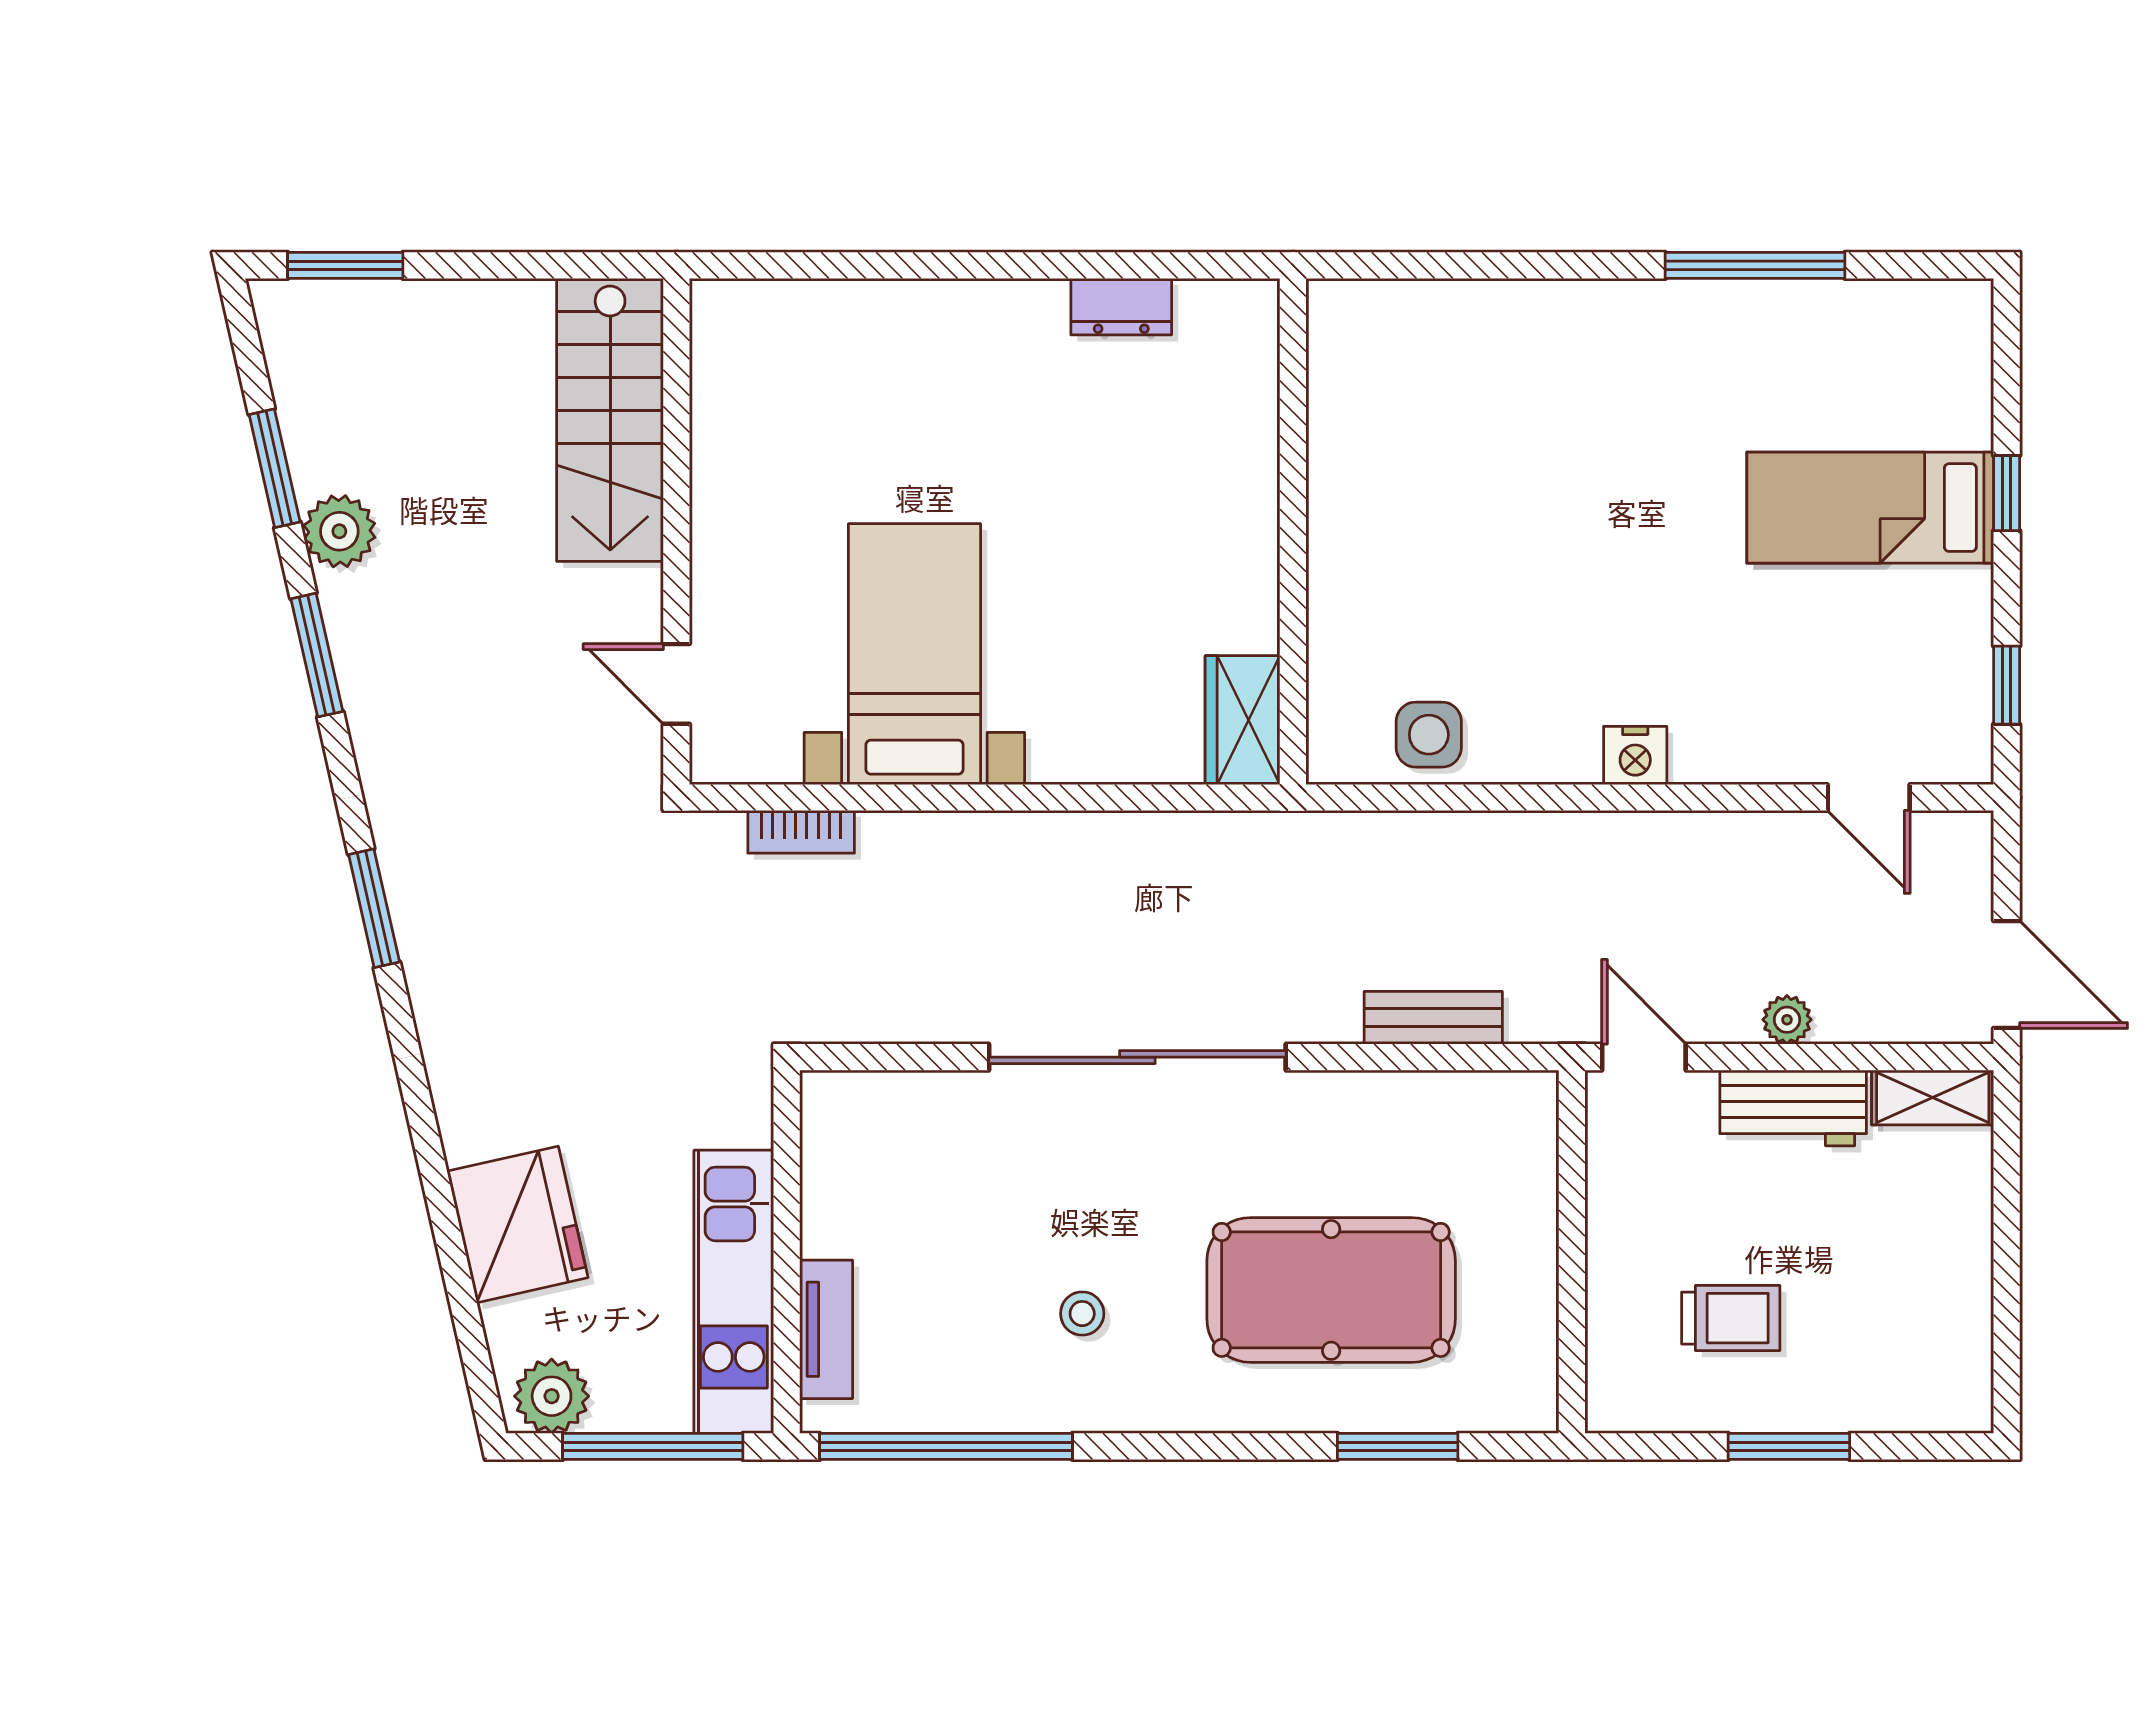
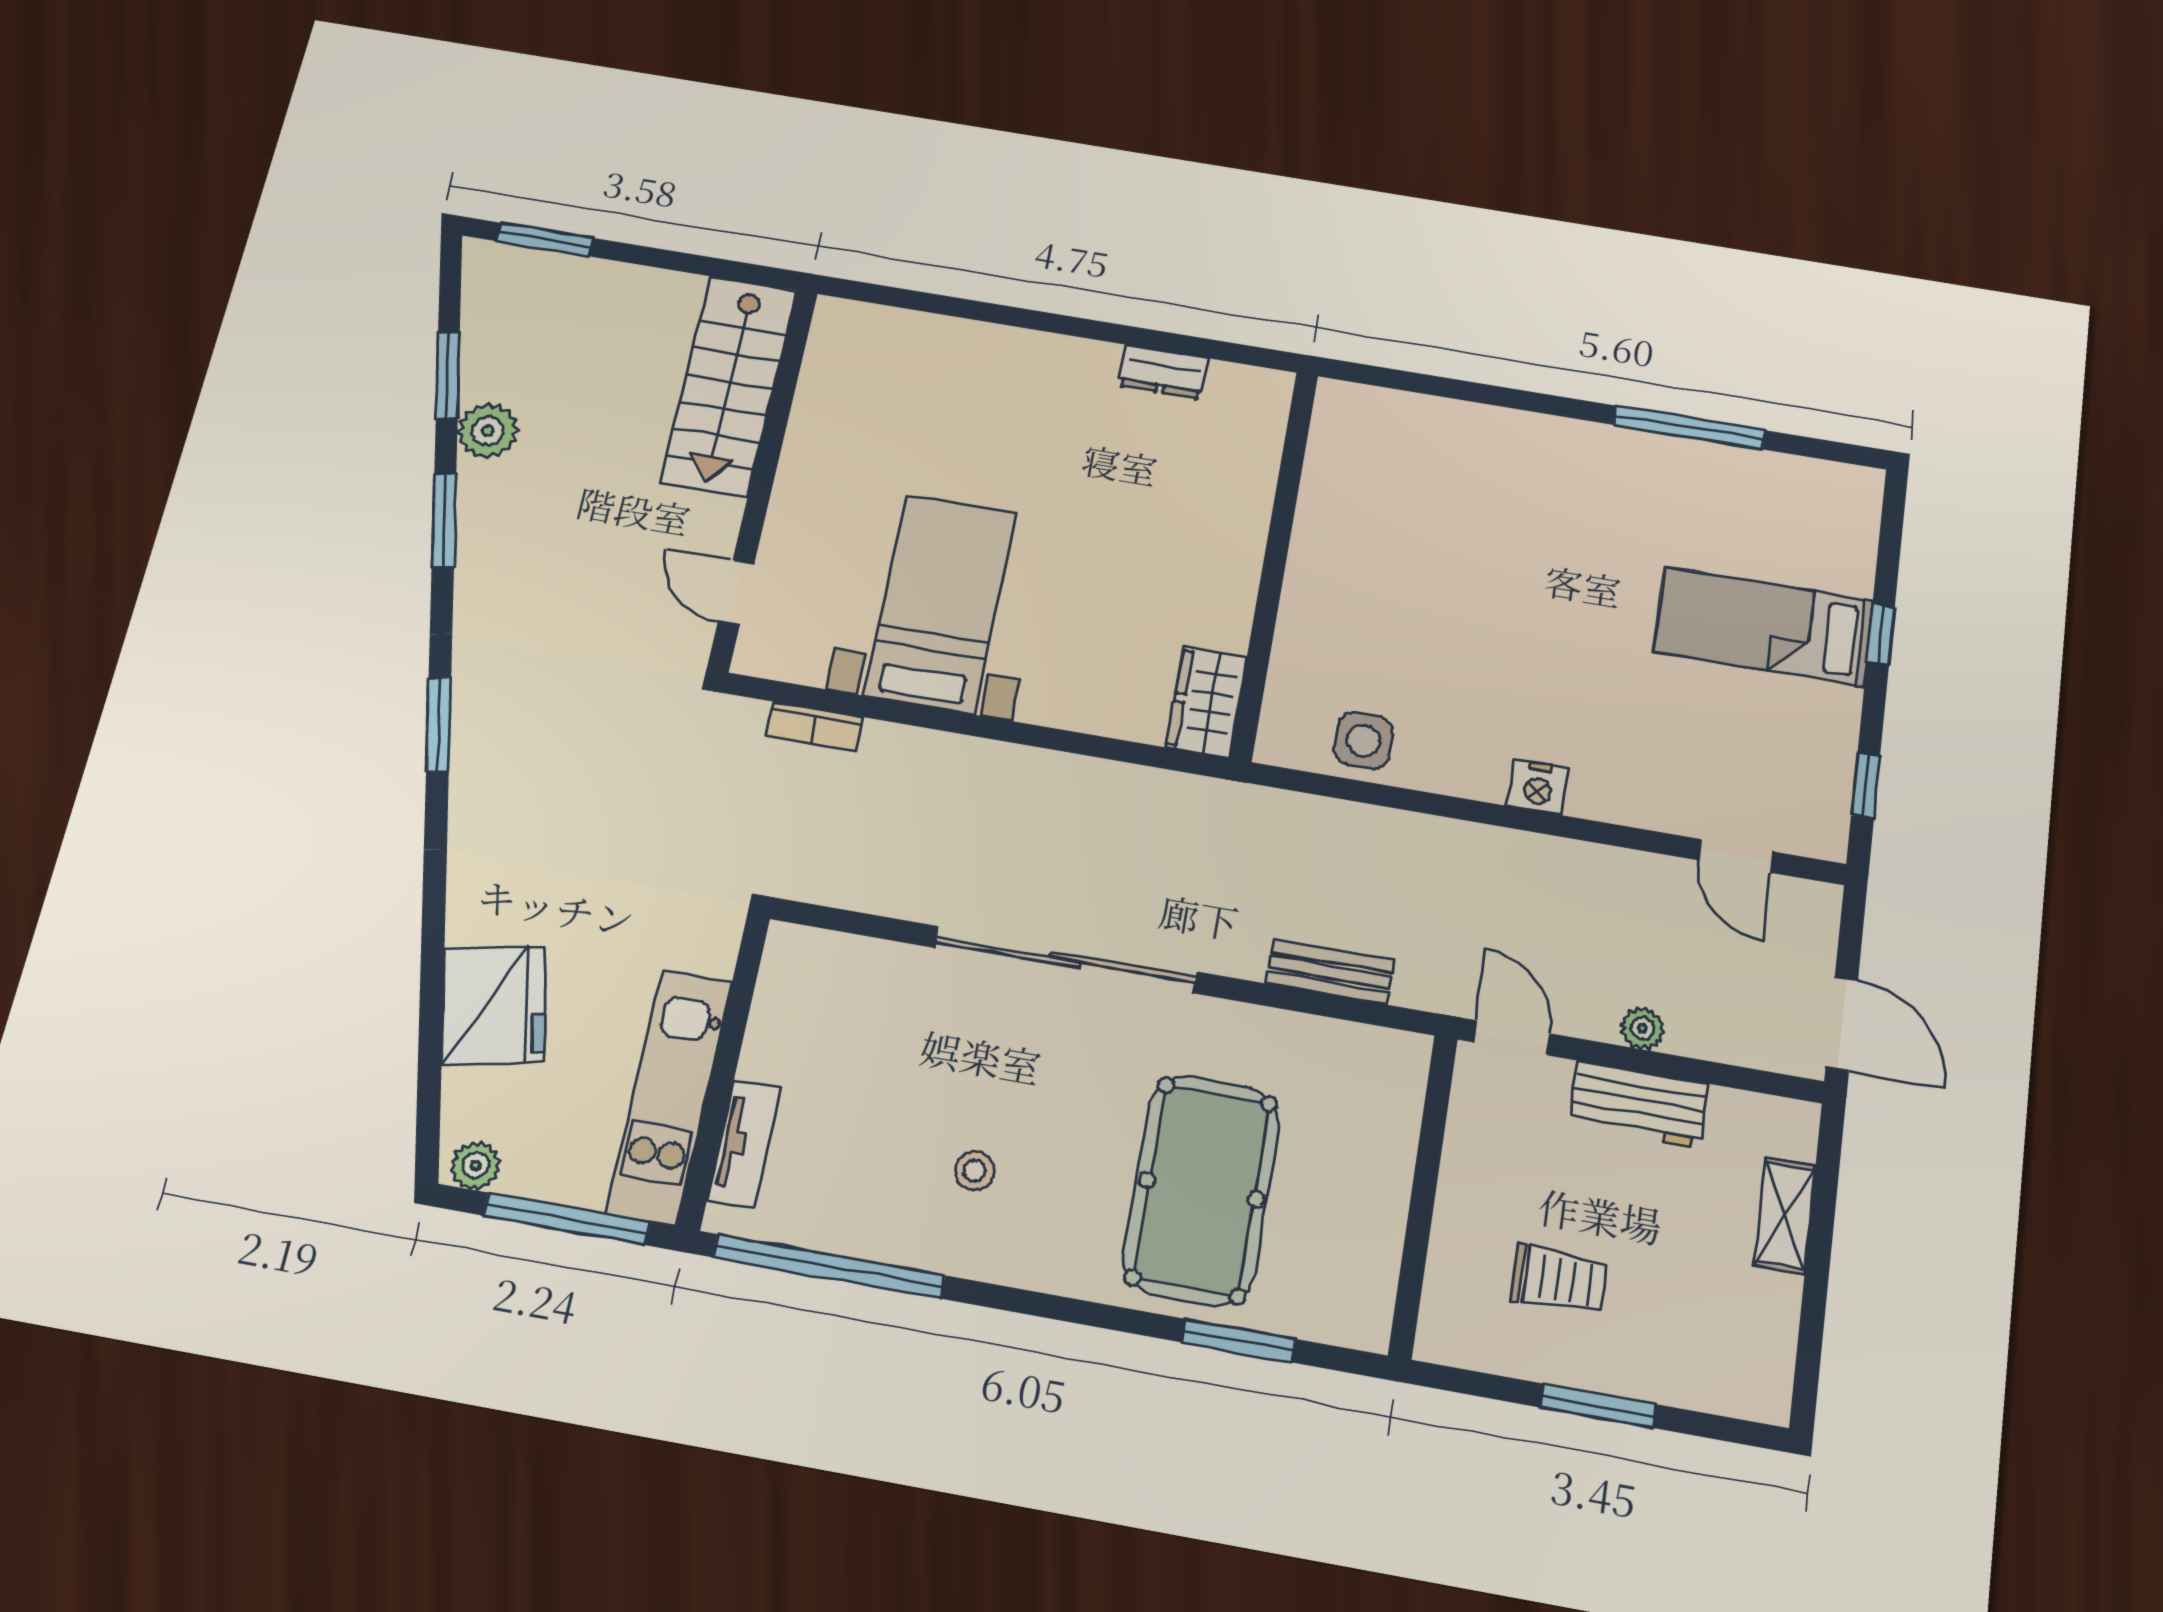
shelving: (1933, 1097) -> (1785, 1216), moved, turned 90
pool table: (1331, 1290) -> (1201, 1190), turned 90
plant: (552, 1396) -> (476, 1166), width x0.73, depth x0.73

